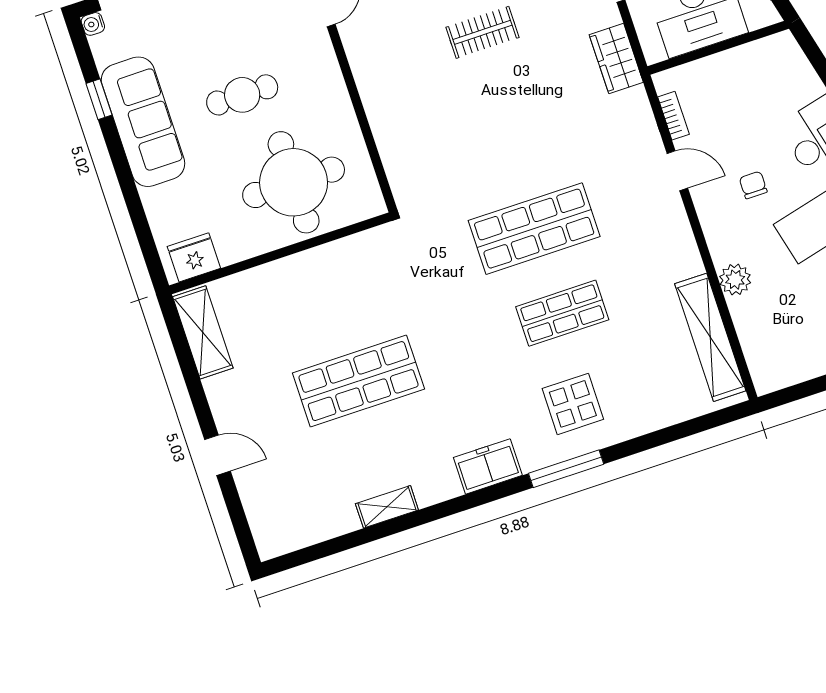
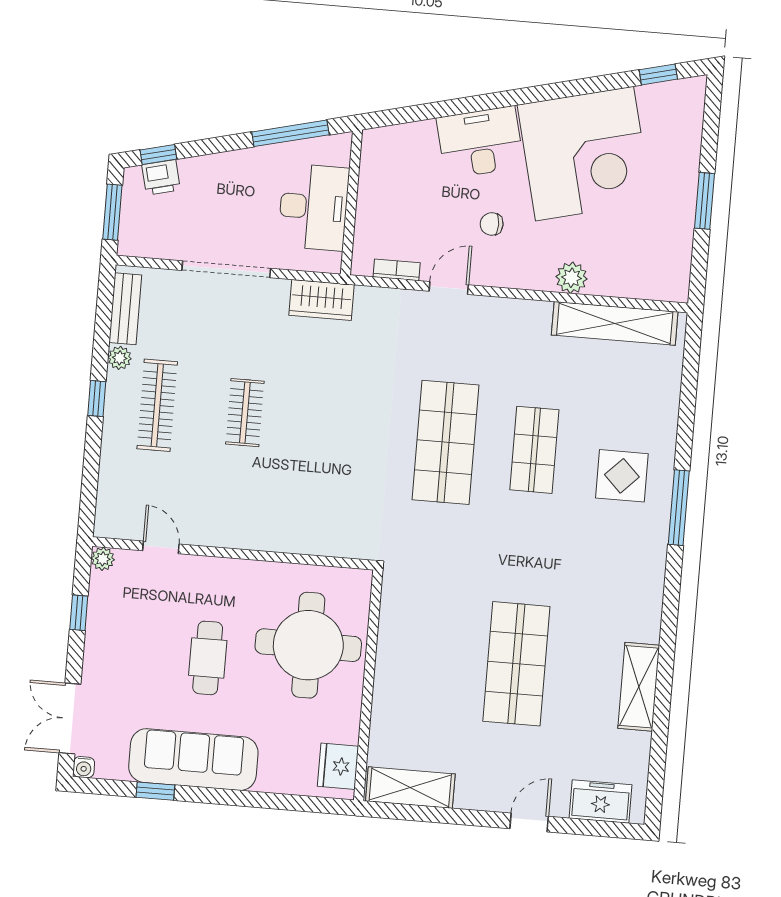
freezer: (488, 466) -> (601, 801), moved, turned 90
shelving: (387, 507) -> (639, 687), width x1.50, depth x1.33

